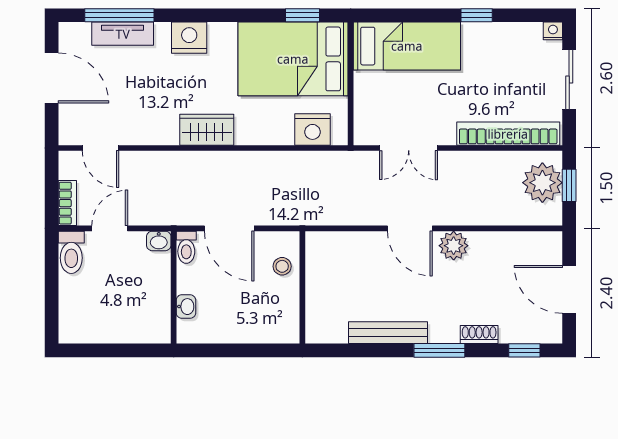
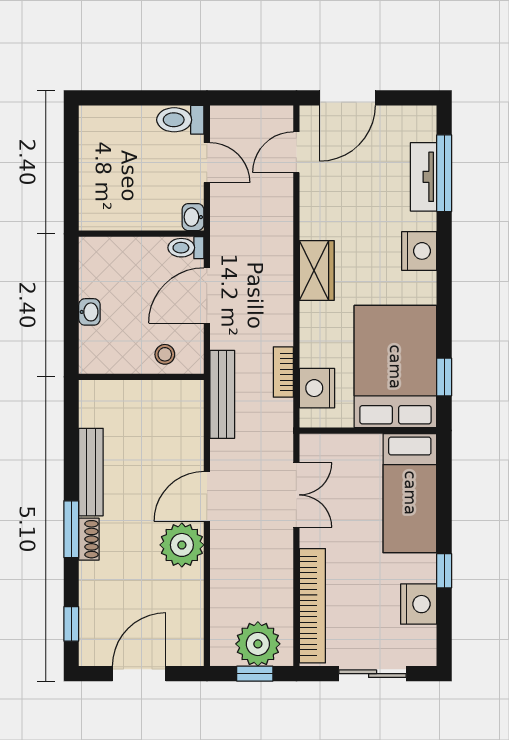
nightstand: (553, 31) -> (419, 604), moved, width x1.89, depth x1.79
door: (52, 78) -> (347, 98), moved
double door: (409, 148) -> (296, 495), swing flipped
bookcase: (67, 203) -> (283, 372), moved, turned 90
bench: (318, 215) -> (222, 394), added
plant: (454, 246) -> (182, 545), width x1.36, depth x1.36
washbasin: (186, 307) -> (89, 312), moved, turned -90
shoe rack: (479, 335) -> (89, 539), moved

